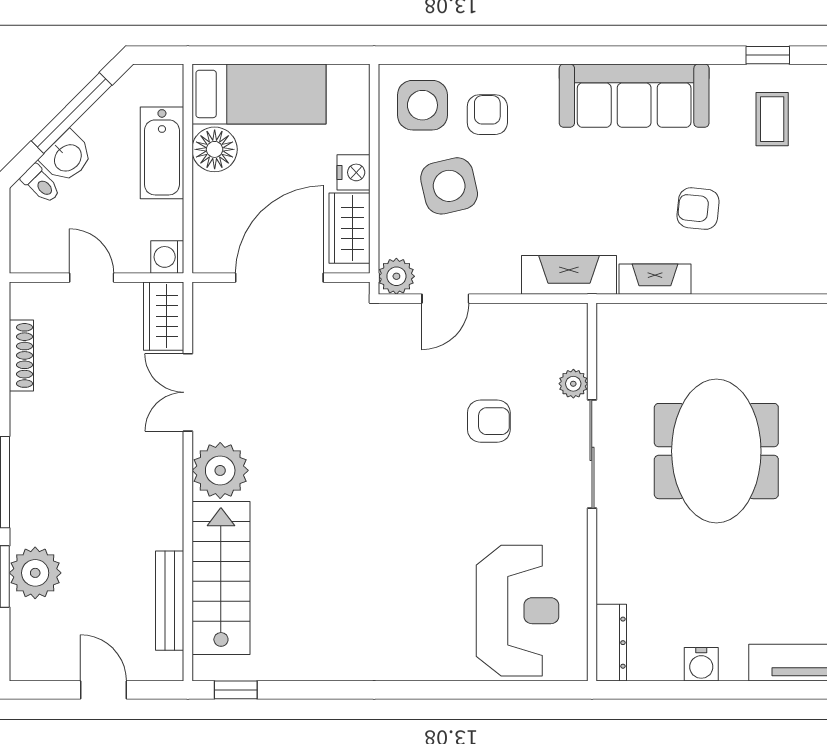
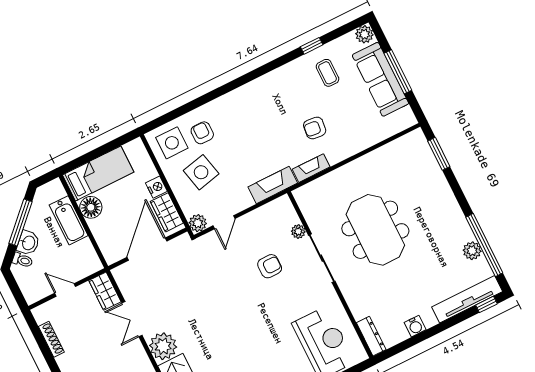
sofa: (634, 96) -> (262, 93), removed
washing machine: (167, 257) -> (94, 265), removed

